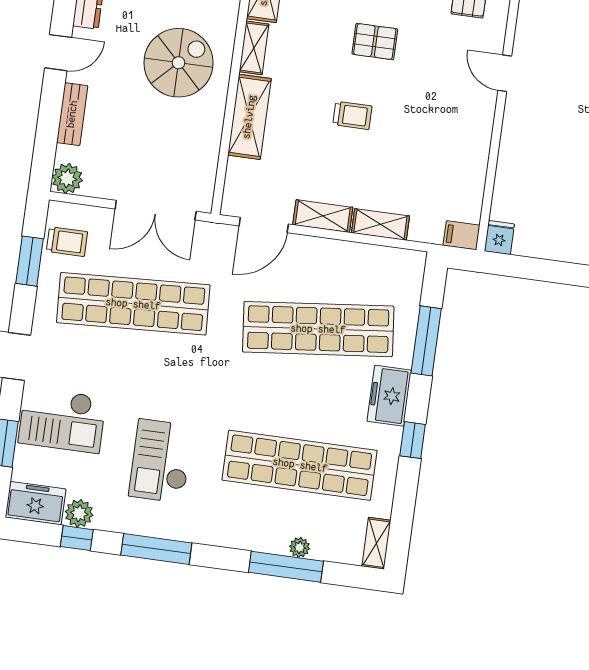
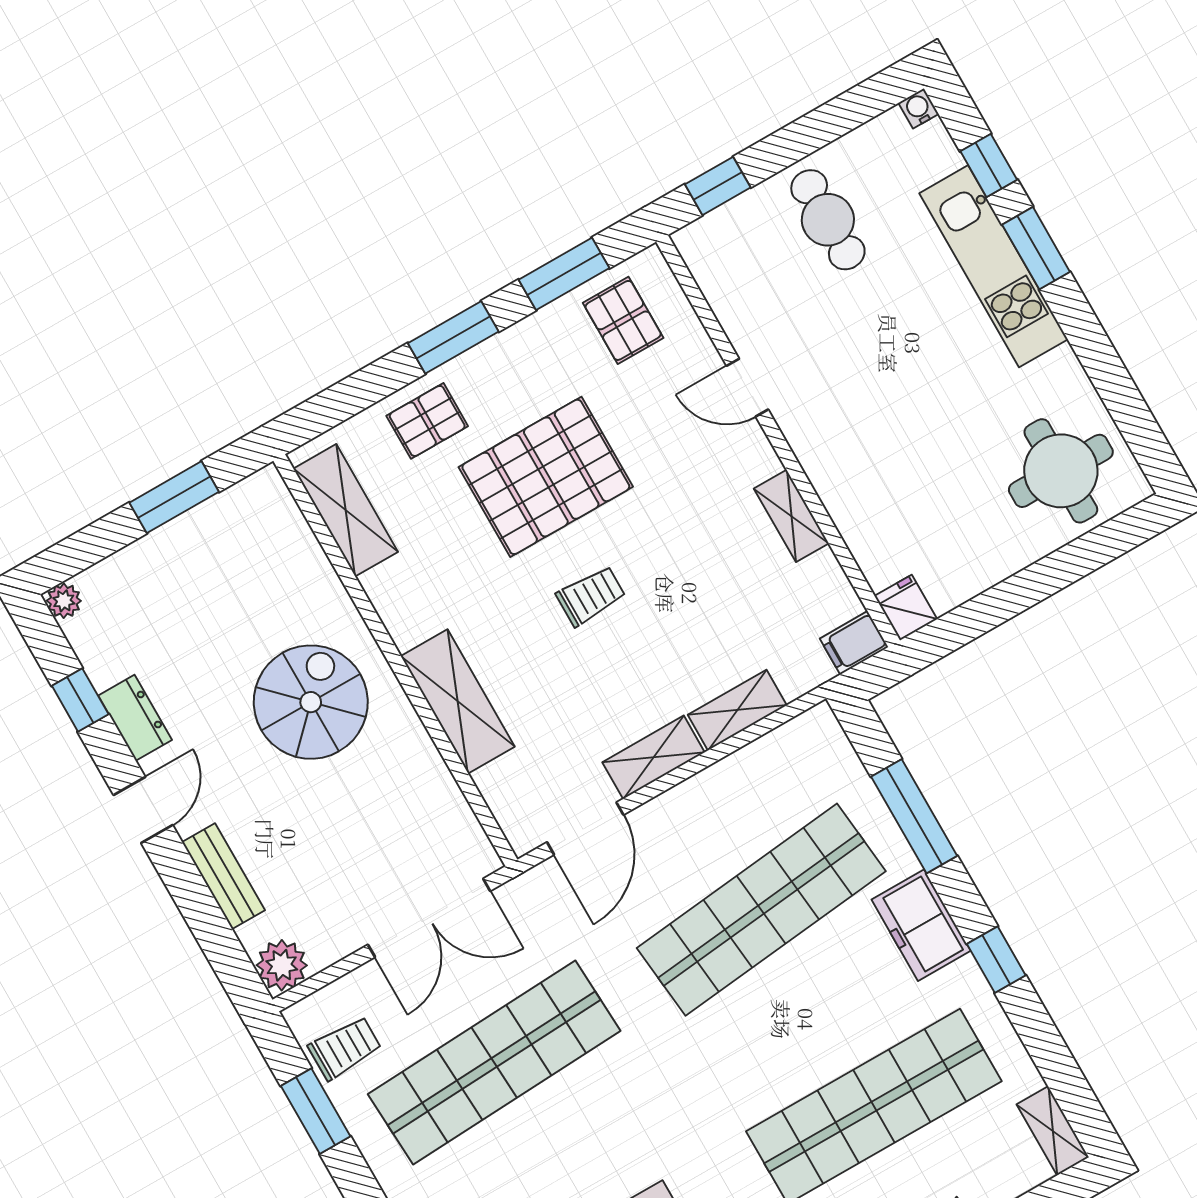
pallet: (375, 42) -> (546, 477), width x2.05, depth x2.00
shelving: (254, 48) -> (791, 516), moved

